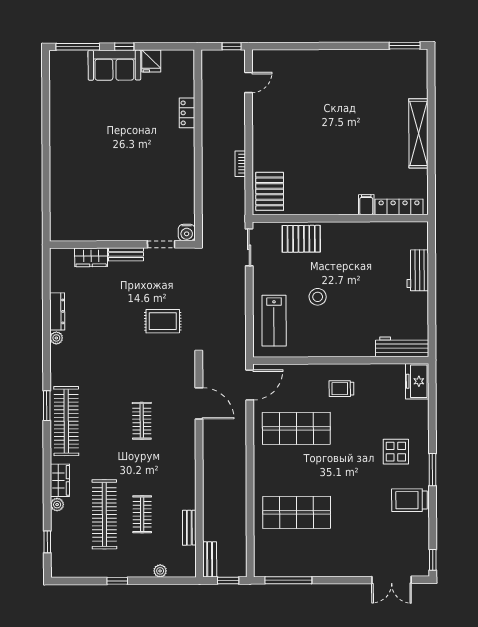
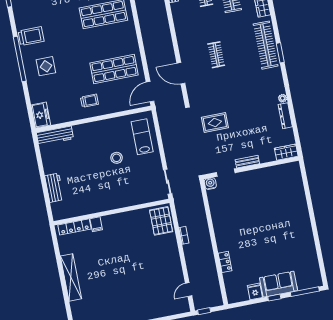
pallet: (301, 239) -> (135, 194), removed
wardrobe: (91, 257) -> (286, 152), moved
window: (432, 470) -> (20, 59), width x2.11

